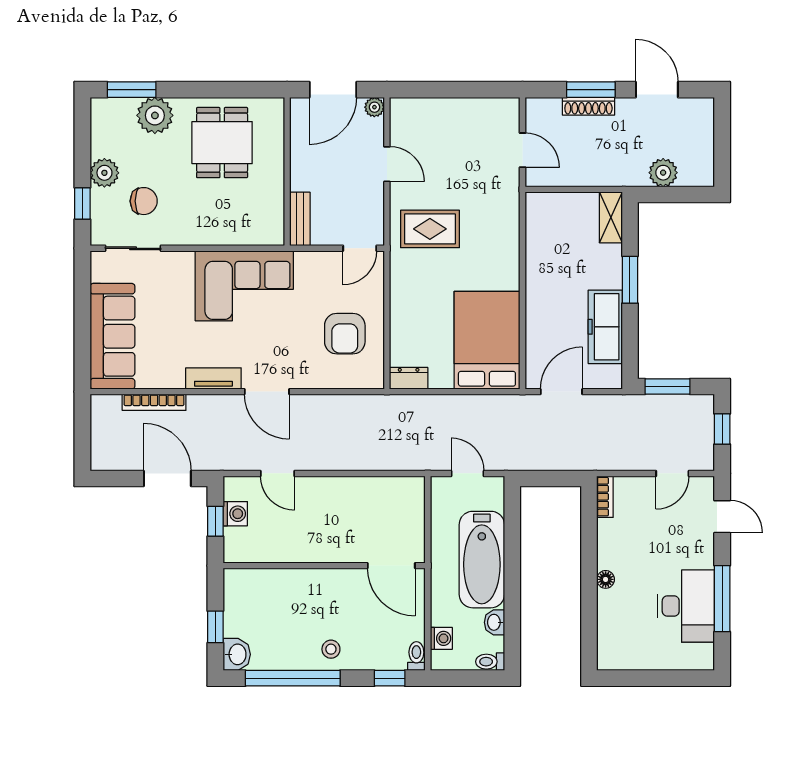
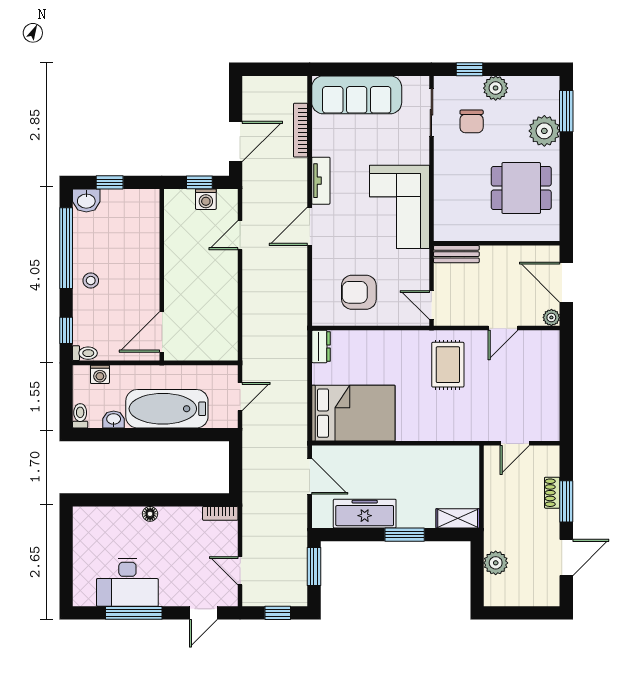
shoe rack: (588, 106) -> (552, 493), width x0.70

